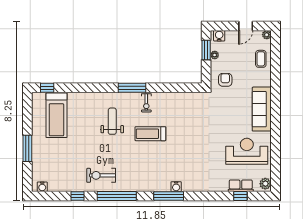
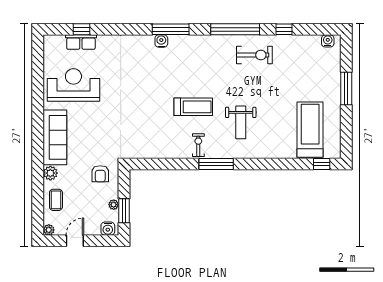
reception desk: (247, 151) -> (73, 85), turned 180
plant: (265, 184) -> (50, 173), moved

